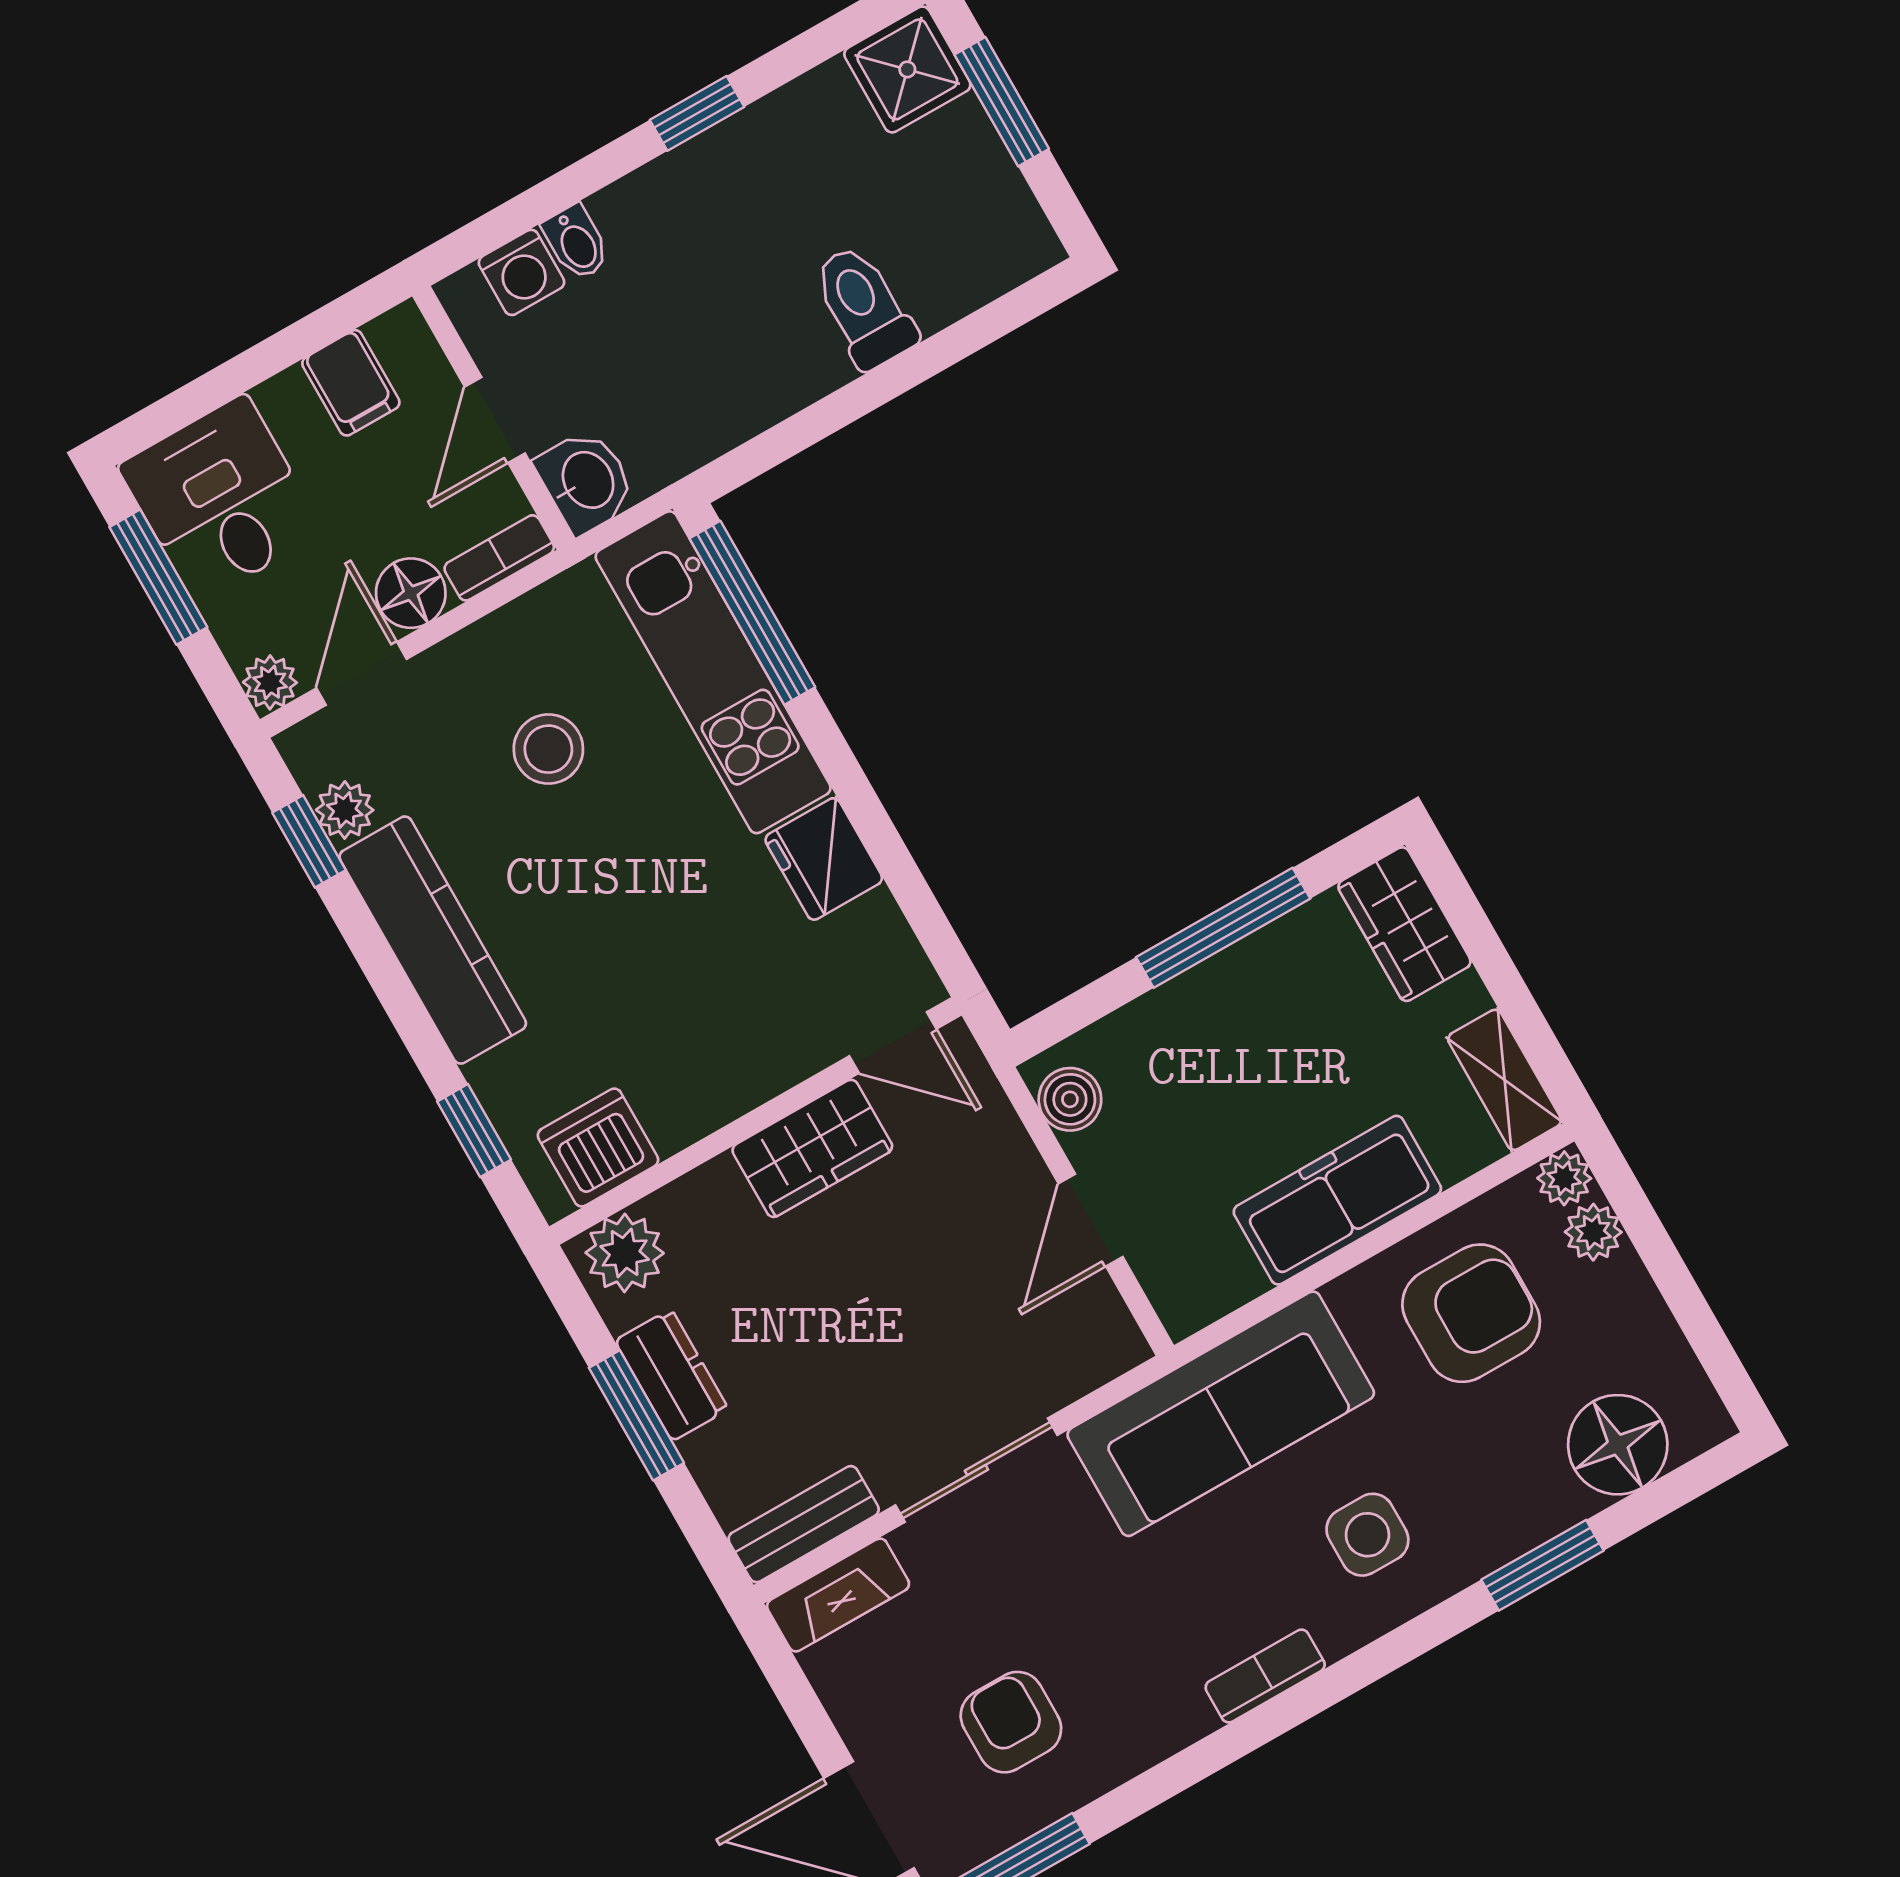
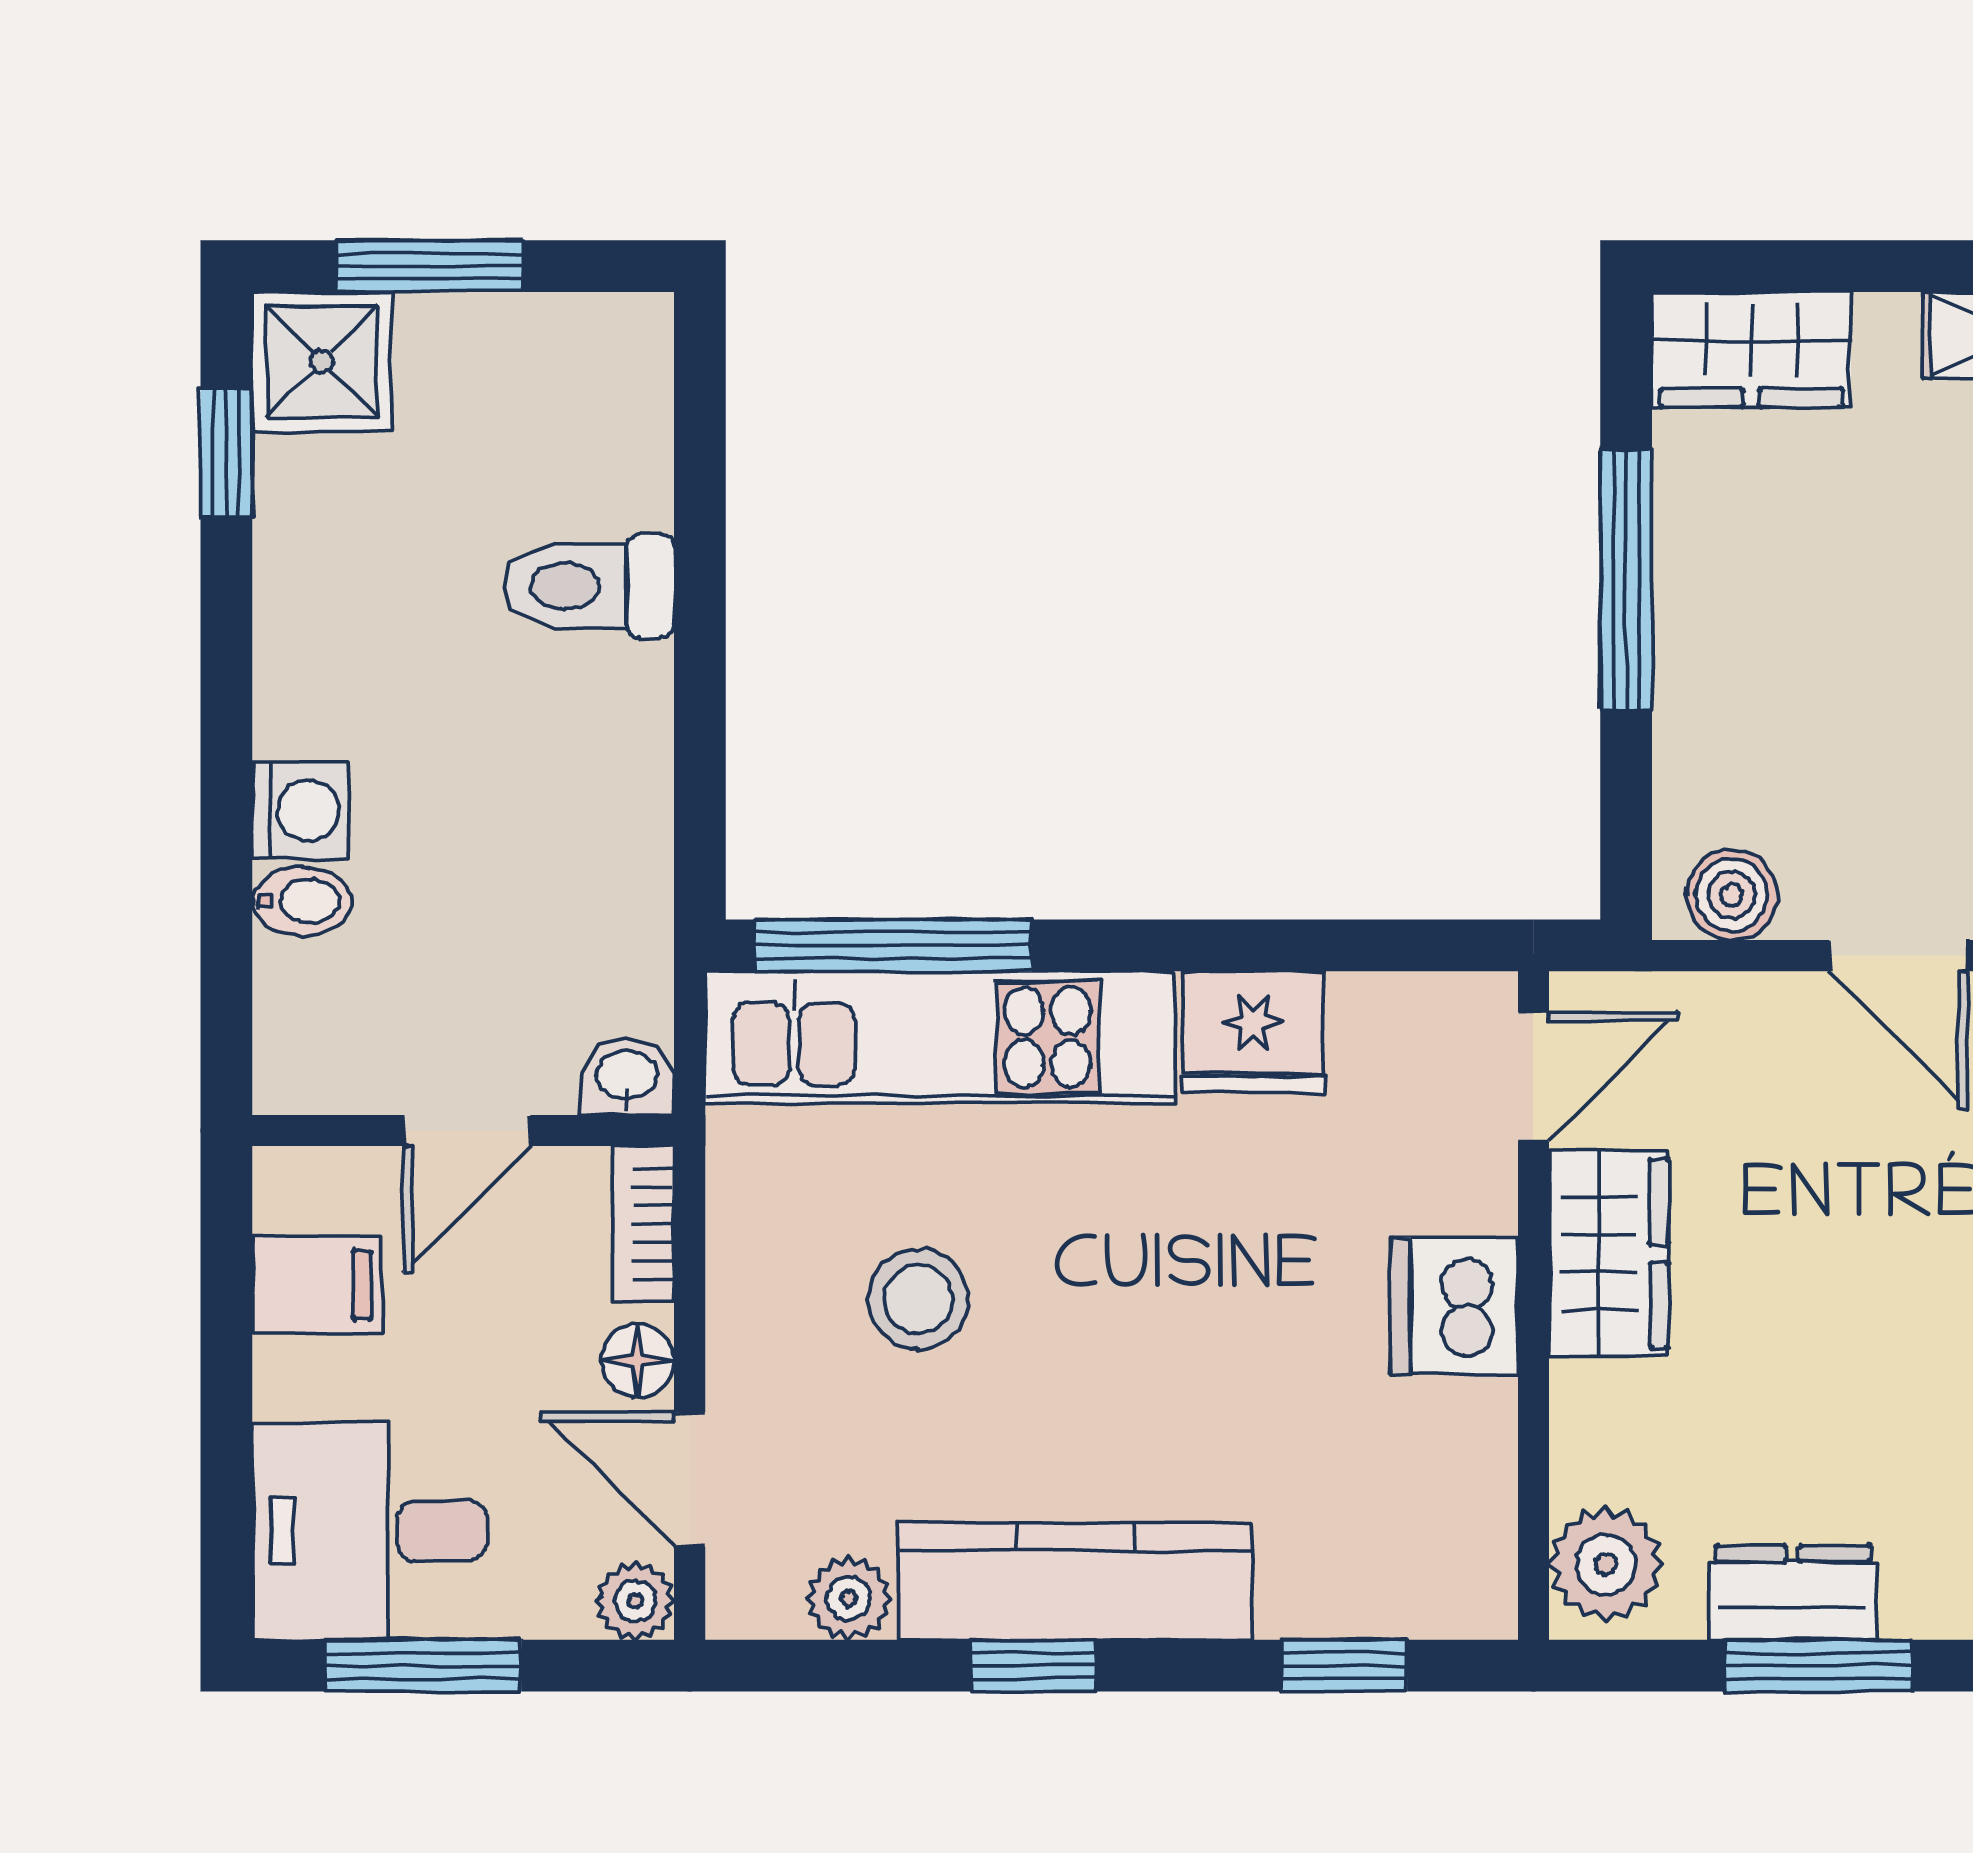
window: (697, 113) -> (226, 452), moved
washing machine: (521, 272) -> (300, 811), moved
door: (495, 420) -> (467, 1131), hinge flipped
washbasin: (586, 481) -> (627, 1077), width x0.72, depth x0.69
floor lamp: (411, 593) -> (638, 1360), width x0.73, depth x0.73
window: (309, 841) -> (1034, 1666), moved
dishwasher: (598, 1148) -> (1454, 1306), moved

